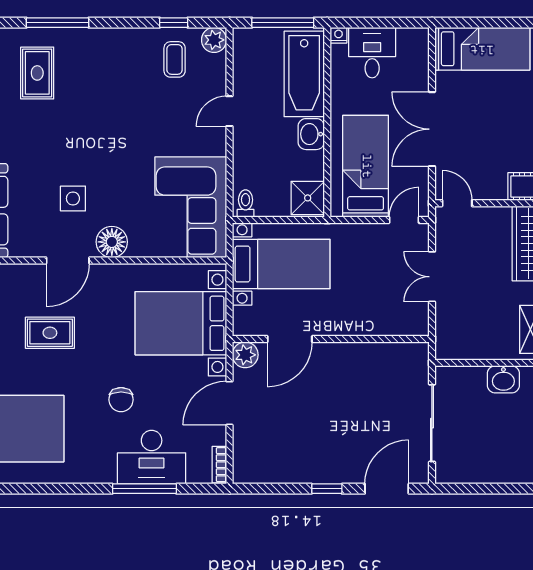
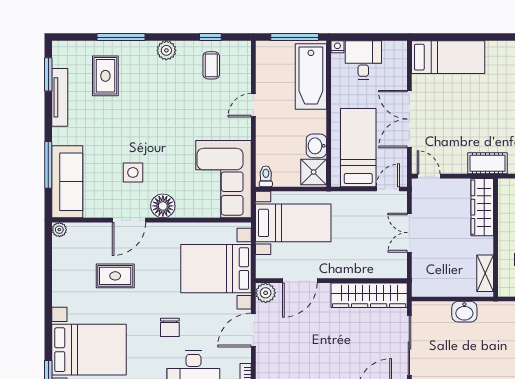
plant: (214, 40) -> (166, 50), moved
washbasin: (311, 134) -> (316, 146), moved
wardrobe: (380, 358) -> (369, 295), added

